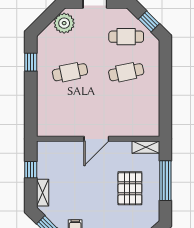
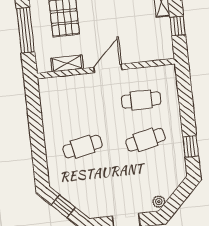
plant: (64, 23) -> (159, 202), width x0.53, depth x0.53
cafe table: (126, 37) -> (141, 100), moved
shelving: (146, 147) -> (67, 63), moved

